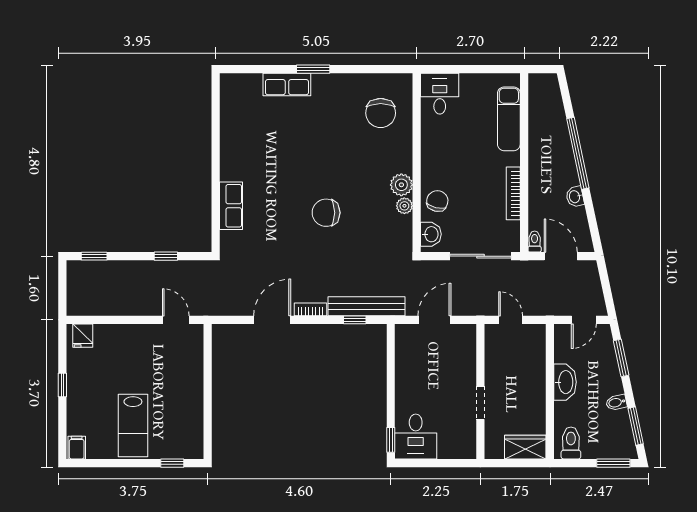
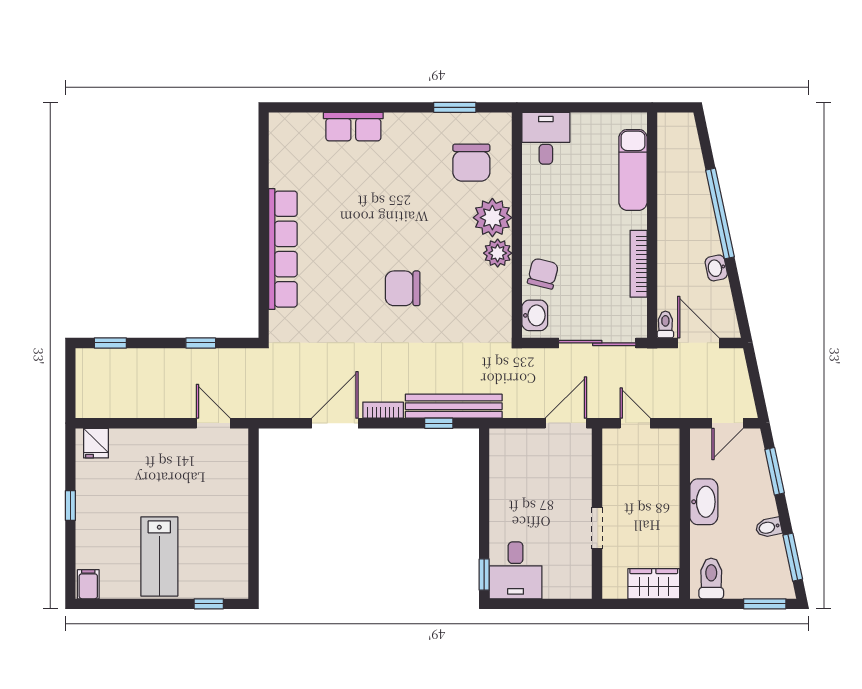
window: (313, 69) -> (455, 107), moved
row of seats: (231, 206) -> (283, 249), width x2.02
plant: (404, 206) -> (492, 218), moved, width x1.88, depth x1.88
door: (434, 320) -> (566, 423), moved

